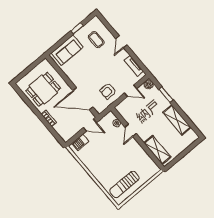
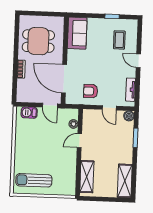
door: (121, 42) -> (138, 61), hinge flipped
sofa: (67, 50) -> (77, 33), moved, turned -90
shelving: (177, 120) -> (125, 181), moved

